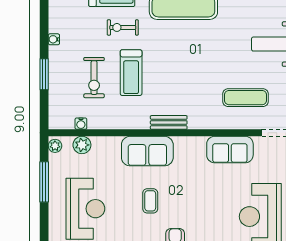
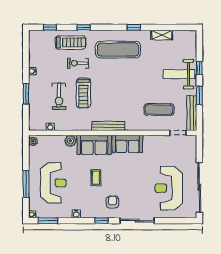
bench: (169, 122) -> (108, 126), width x1.36
plant: (82, 145) -> (70, 141), moved
sofa: (230, 150) -> (127, 144), moved
window: (44, 182) -> (26, 184), moved

